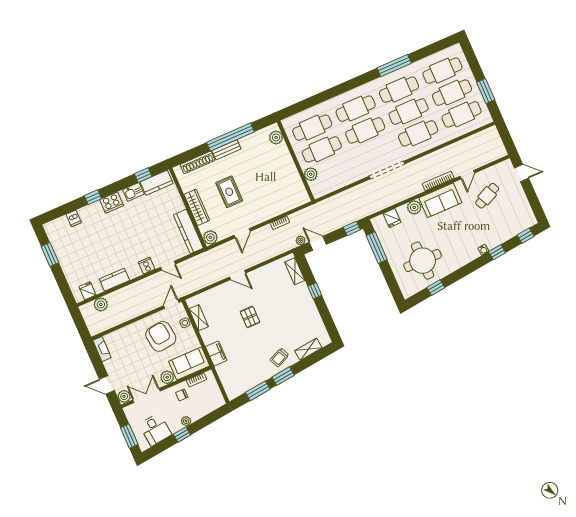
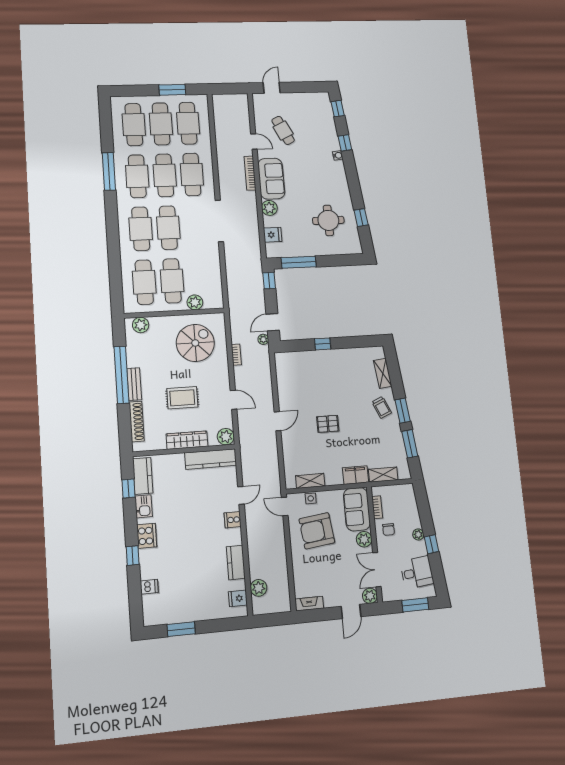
spiral stairs: (277, 186) -> (195, 343), added
round table: (423, 261) -> (328, 220), width x0.73, depth x0.73
shelving: (295, 271) -> (383, 475), moved

